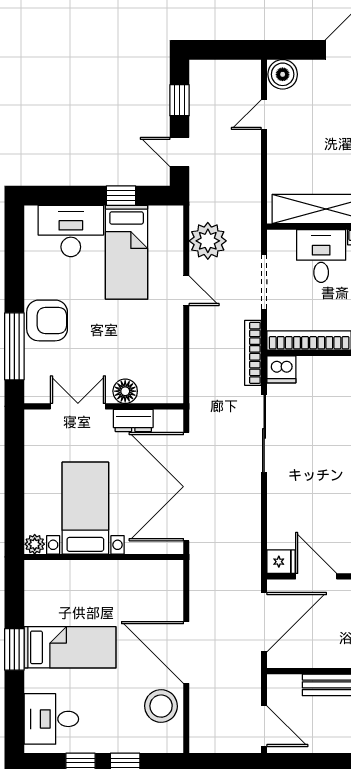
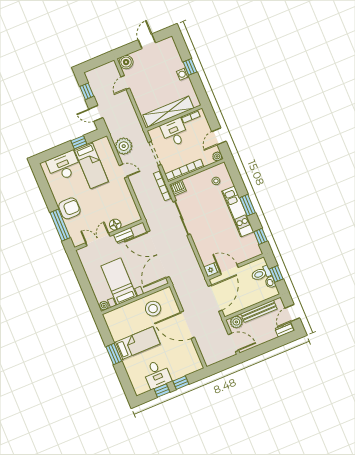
plant: (287, 687) -> (236, 322), added
stool: (161, 706) -> (153, 309), moved
desk: (51, 719) -> (157, 374), moved, turned -90

